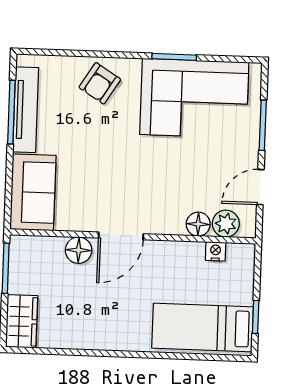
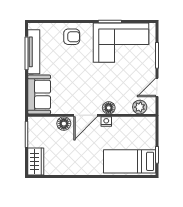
armchair: (100, 83) -> (72, 37), turned -122
floor lamp: (198, 224) -> (109, 108), moved
nightstand: (216, 251) -> (106, 122), moved

